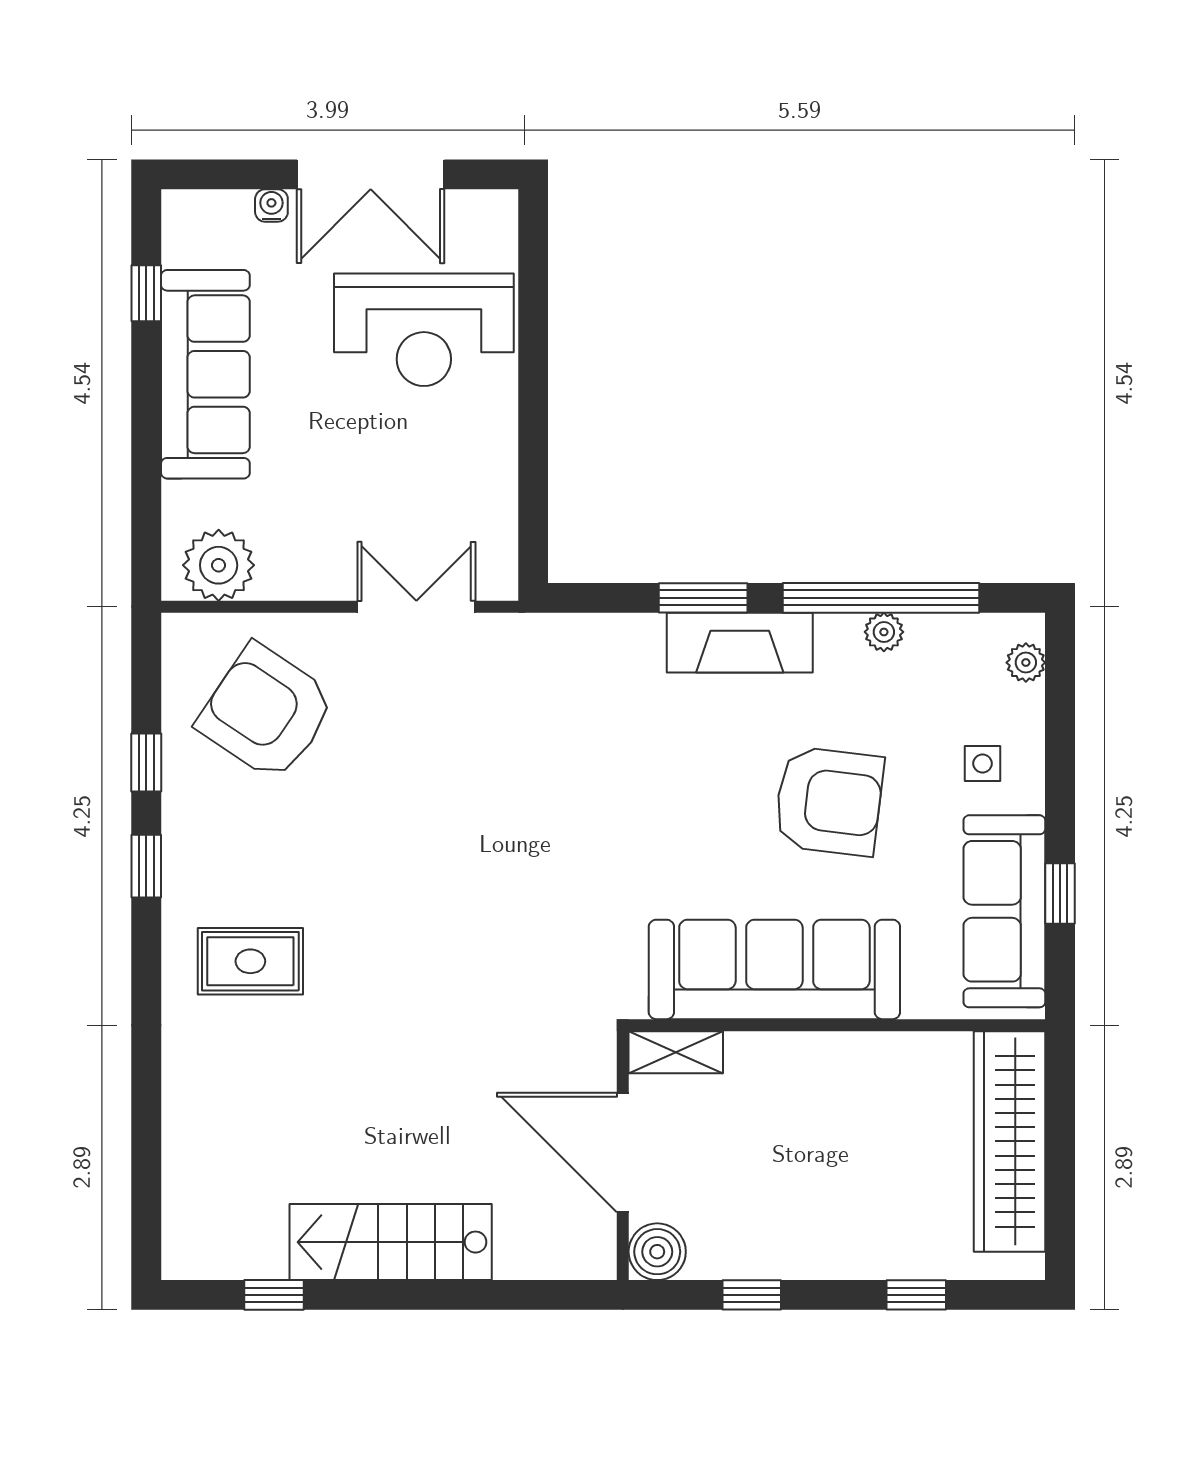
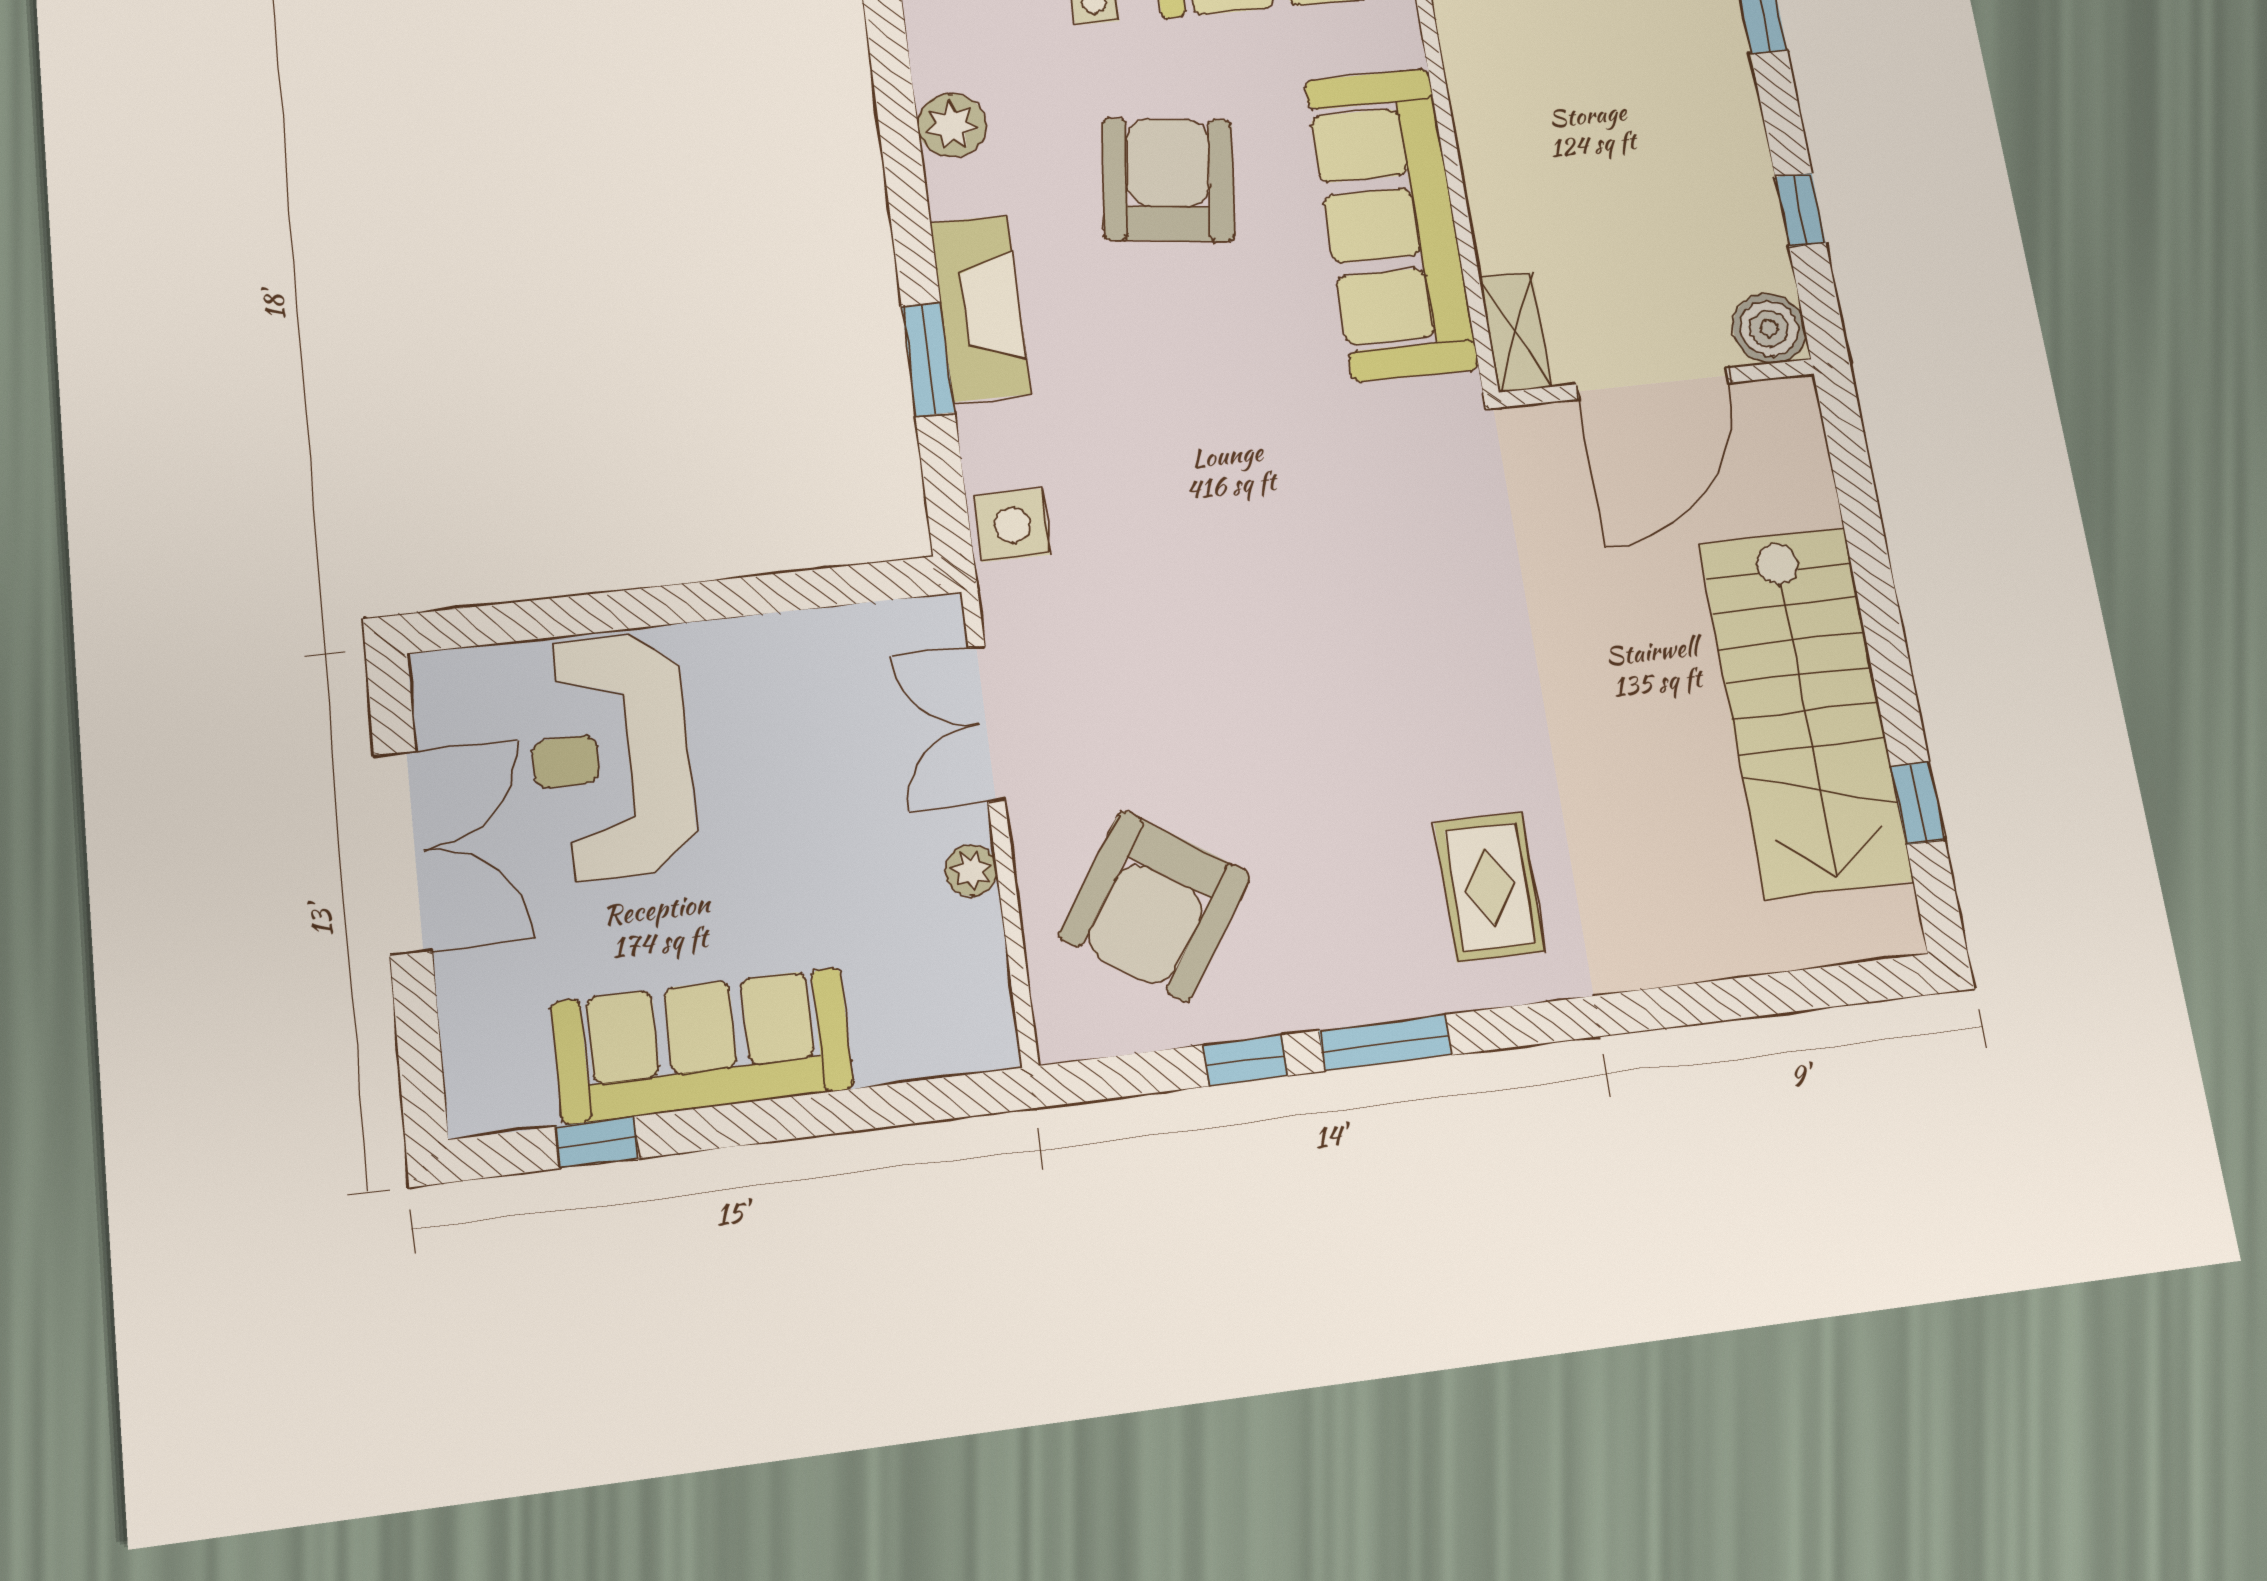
water cooler: (271, 205) -> (458, 983), removed
reception desk: (424, 330) -> (611, 757), turned 180
plant: (219, 565) -> (971, 871), moved, width x0.53, depth x0.53
window: (881, 598) -> (900, 143), removed
plant: (884, 632) -> (952, 125), width x1.38, depth x1.38
side table: (566, 645) -> (1012, 525), added
window: (146, 866) -> (1385, 1043), width x1.50
stairs: (391, 1242) -> (1805, 711), width x1.36, depth x1.51

